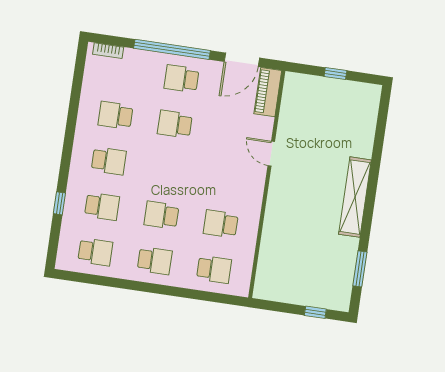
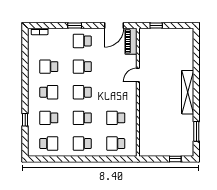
window: (172, 49) -> (75, 26), width x0.32
window: (335, 74) -> (156, 26), moved
door: (271, 154) -> (138, 75), hinge flipped
school desk: (168, 170) -> (82, 92), added
school desk: (102, 206) -> (49, 118), turned 180
school desk: (155, 261) -> (82, 144), turned 180
school desk: (214, 269) -> (116, 144), turned 180

